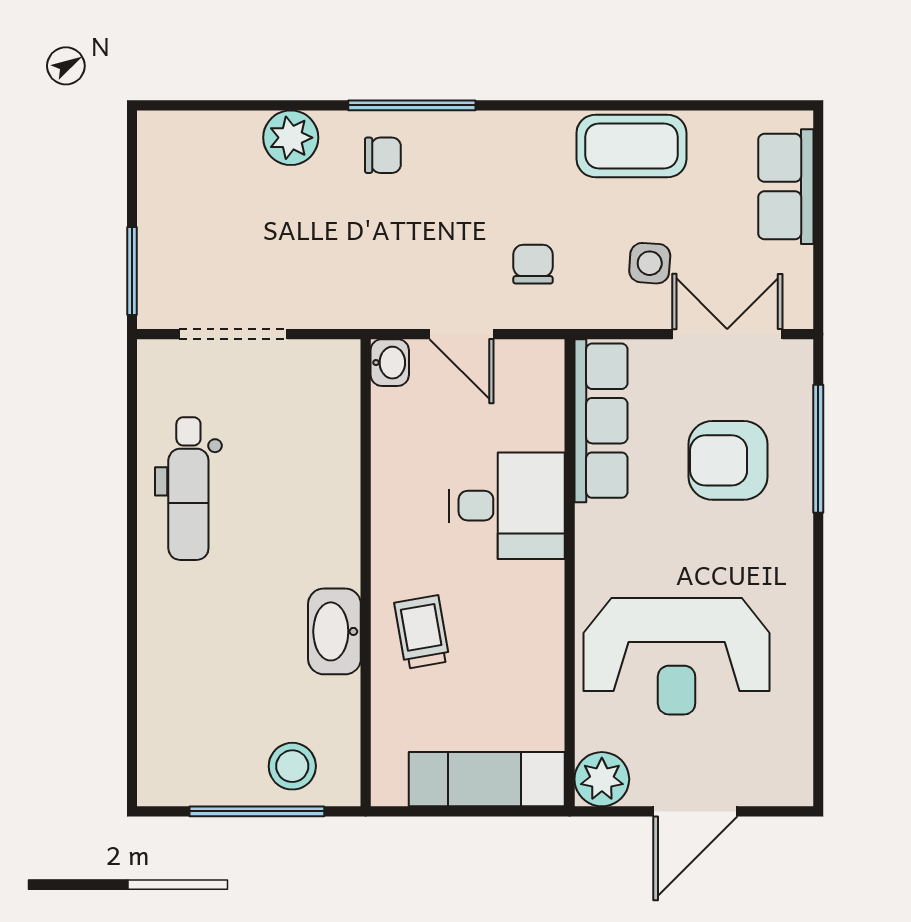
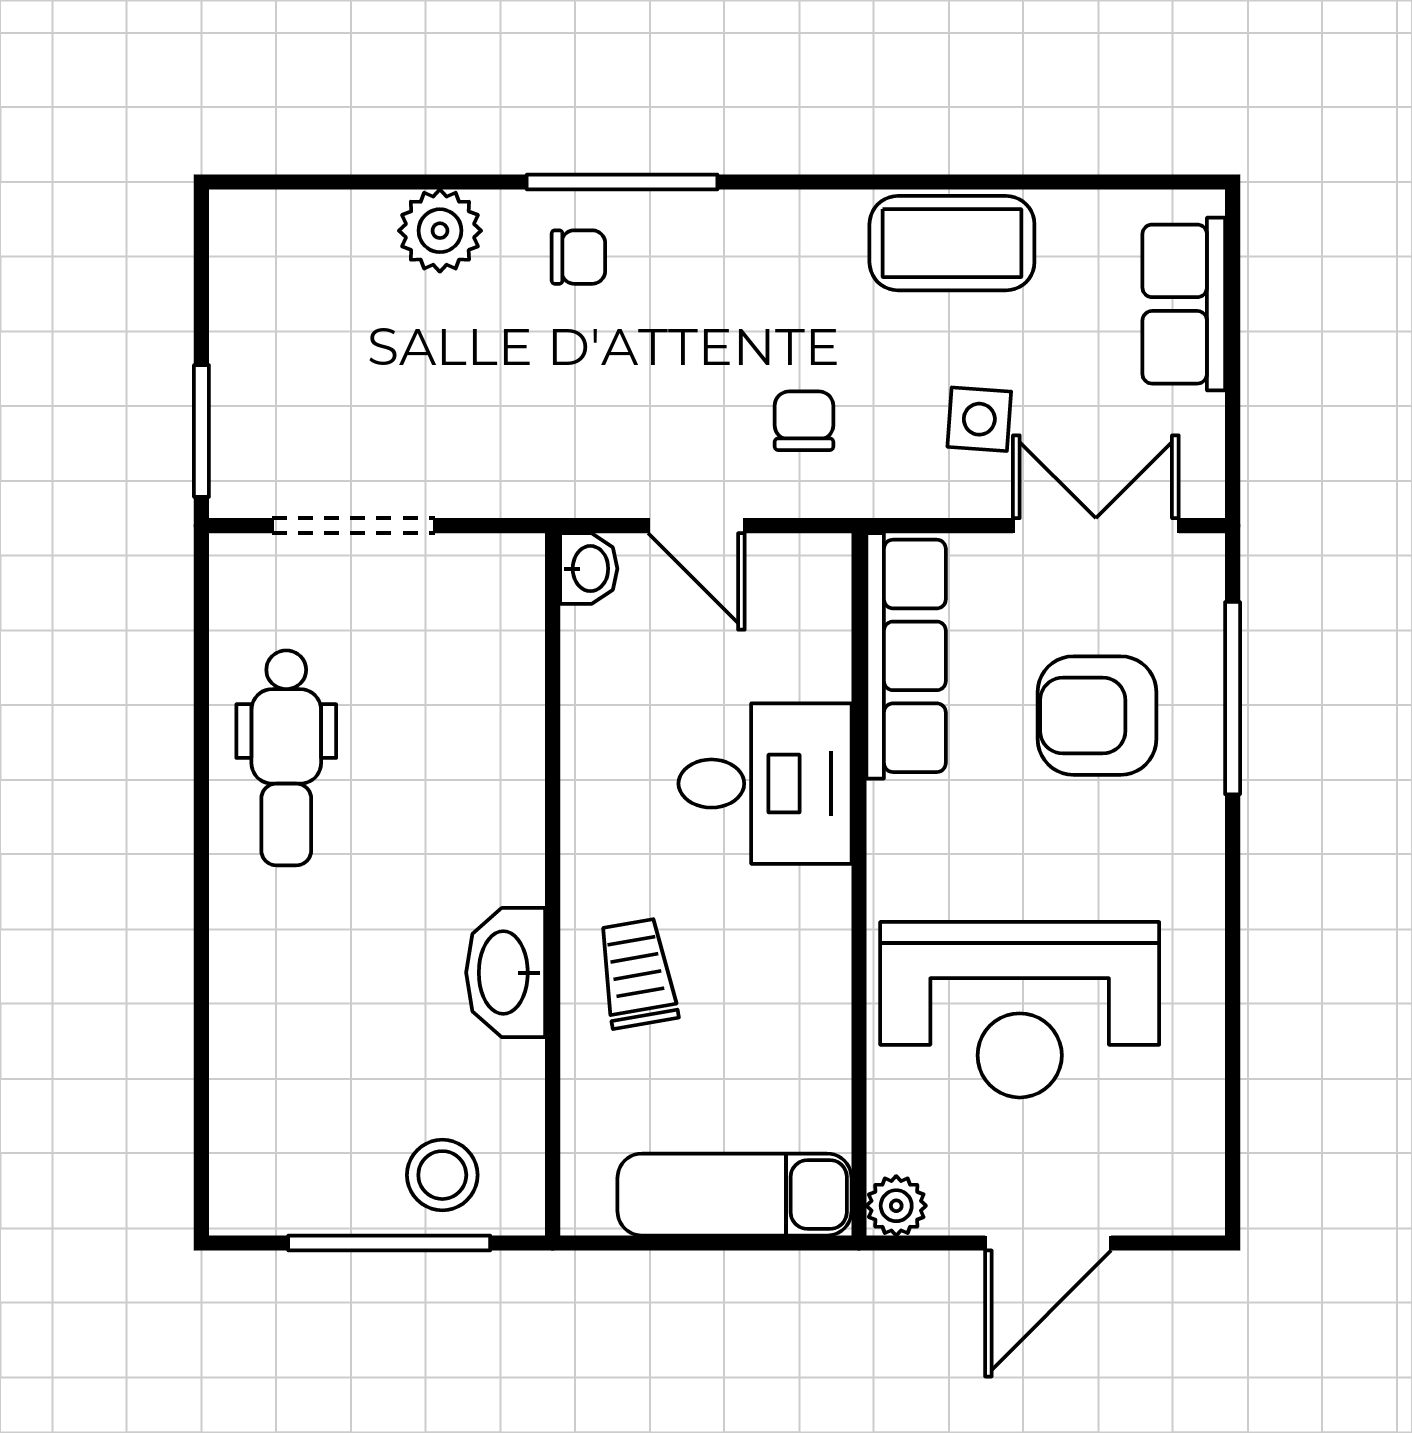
plant: (602, 779) -> (896, 1206), width x0.73, depth x0.73

